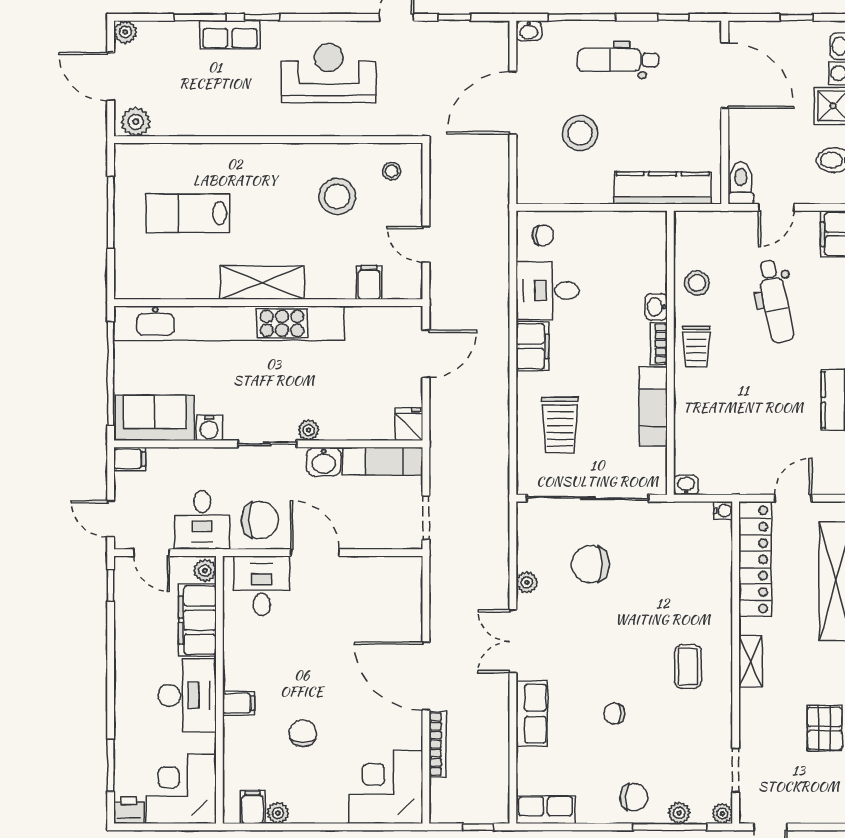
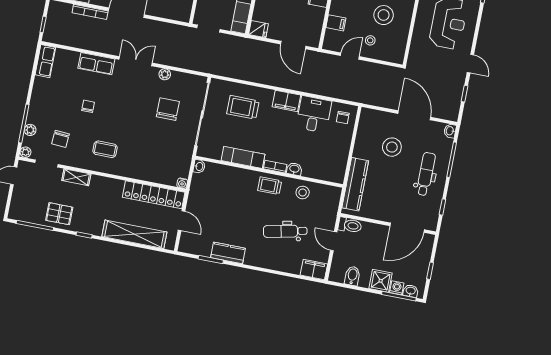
stool: (392, 171) -> (370, 40), moved
shelving: (750, 661) -> (76, 177), moved
chair: (634, 797) -> (60, 139), moved

